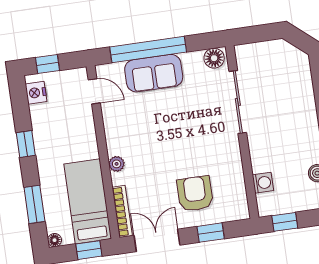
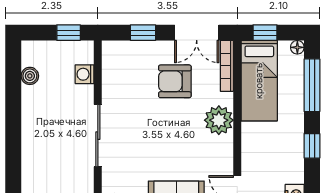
sliding door: (238, 102) -> (98, 136), moved
plant: (117, 164) -> (219, 120), width x1.88, depth x1.88
armchair: (195, 194) -> (175, 81), moved, turned 90
window: (34, 204) -> (312, 85), width x1.44

